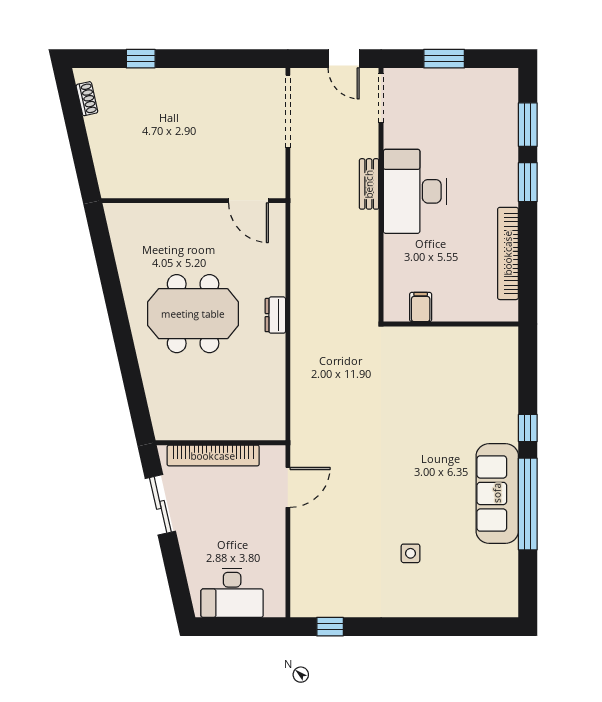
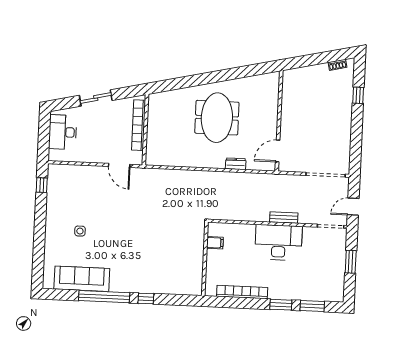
dresser: (275, 315) -> (236, 164), moved
sofa: (497, 493) -> (82, 279), moved
sliding door: (160, 505) -> (96, 98), moved

